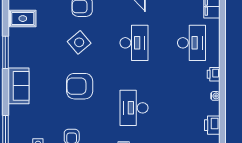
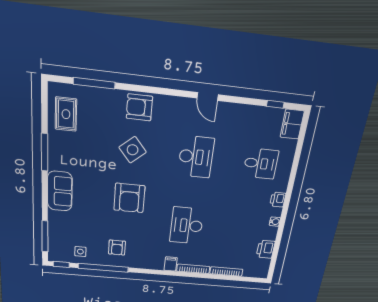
rug: (23, 19) -> (66, 114), turned 90
desk: (192, 43) -> (261, 164), width x0.73
armchair: (80, 86) -> (129, 198), turned -90

